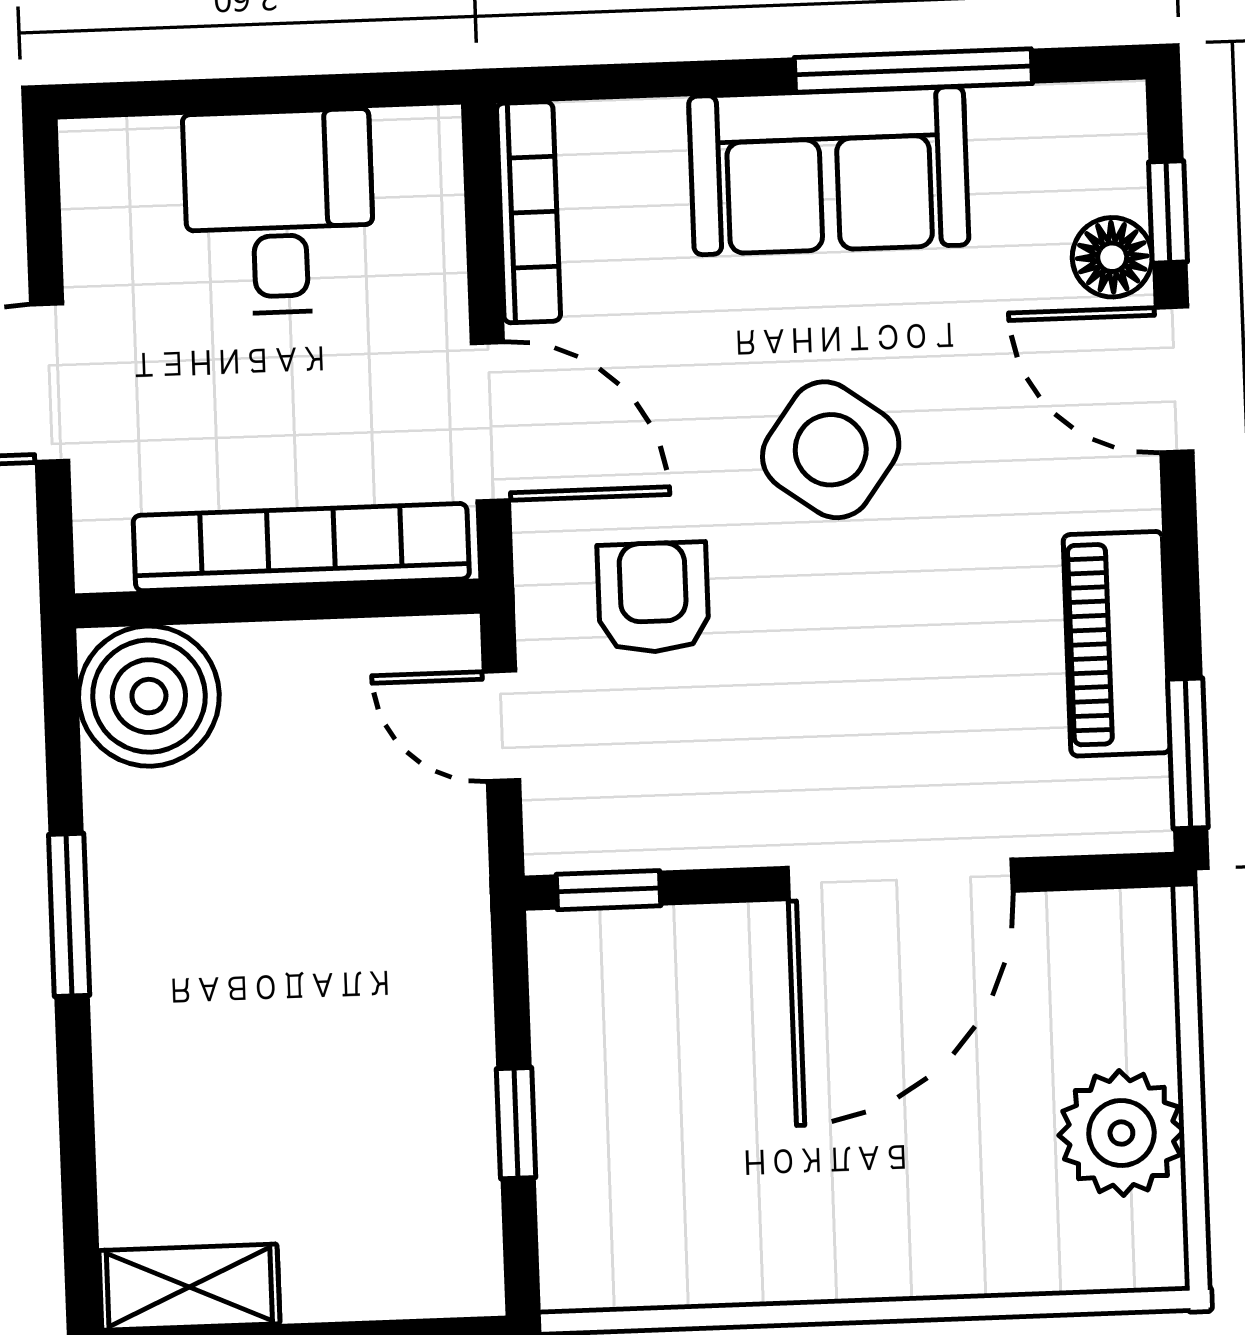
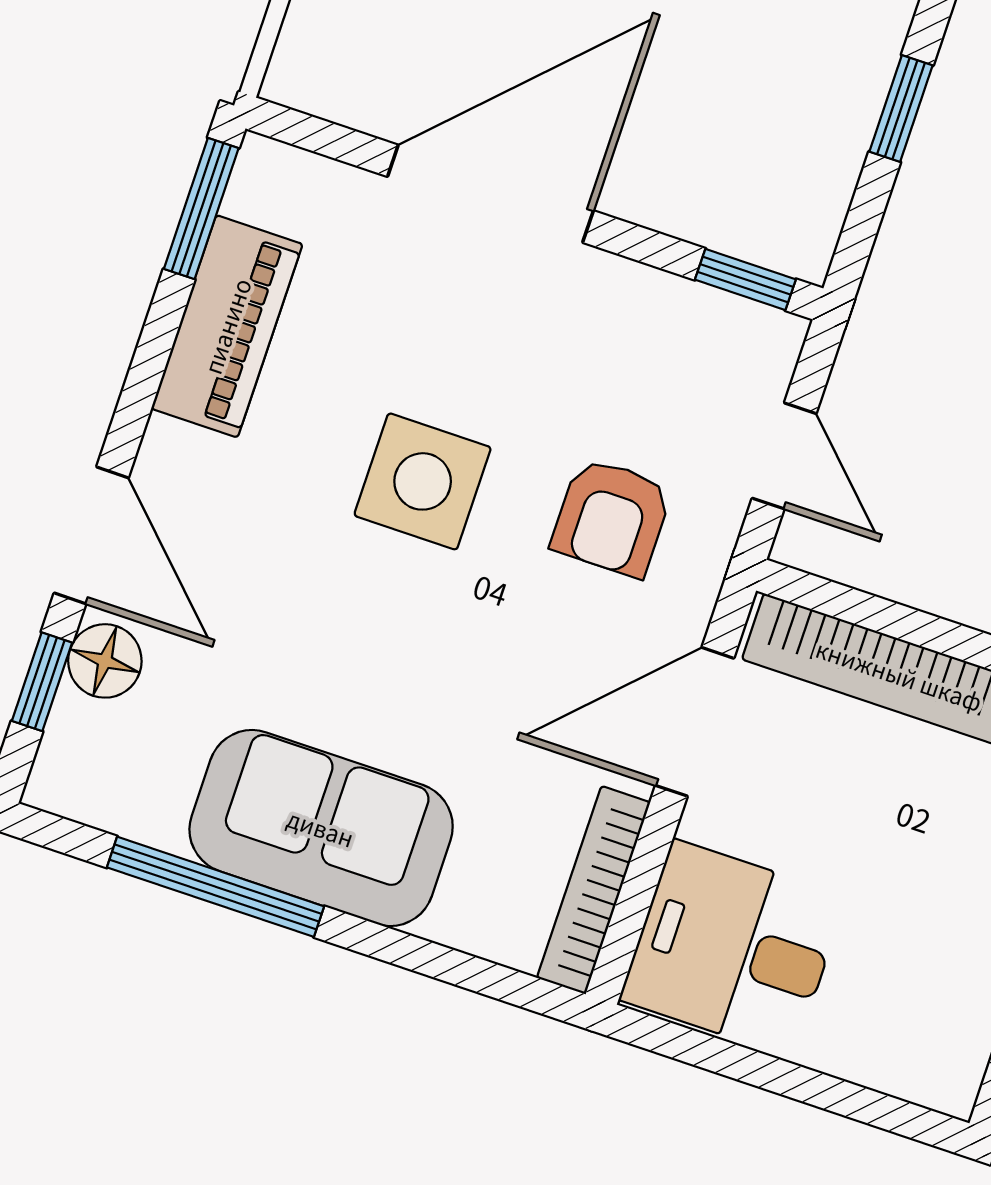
desk: (279, 212) -> (733, 948), moved, turned 90
door: (490, 422) -> (695, 722), hinge flipped
side table: (831, 450) -> (423, 481), moved, turned -36

